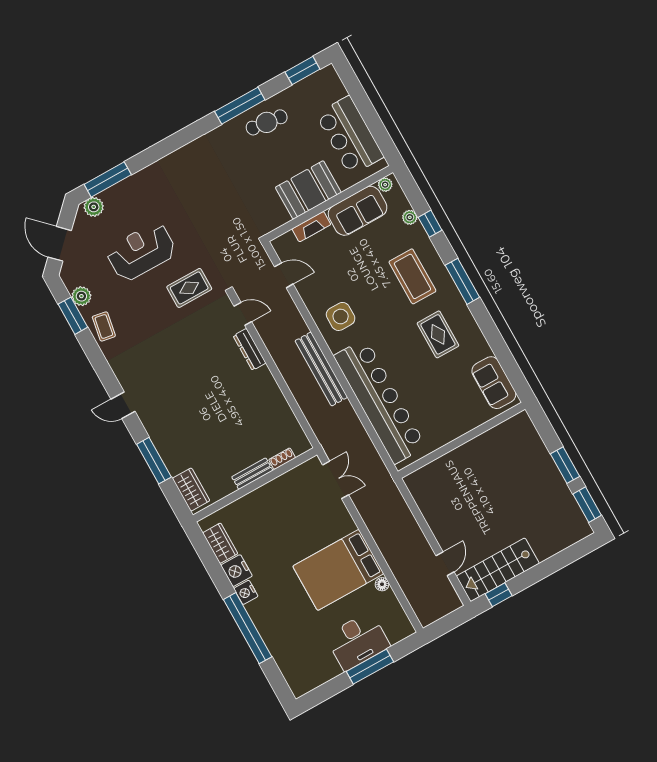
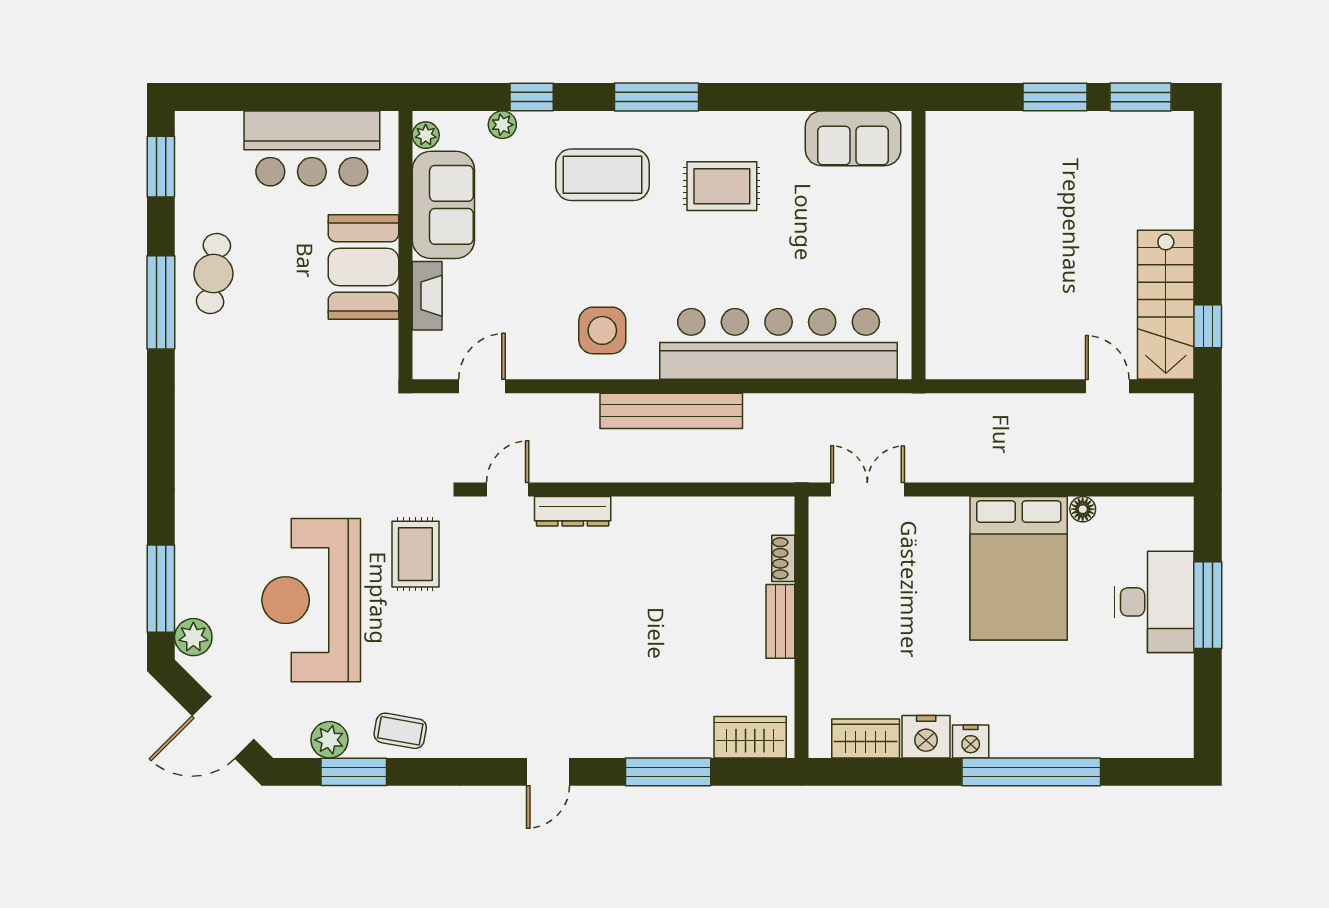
reception desk: (141, 252) -> (311, 600), width x1.36, depth x1.30

